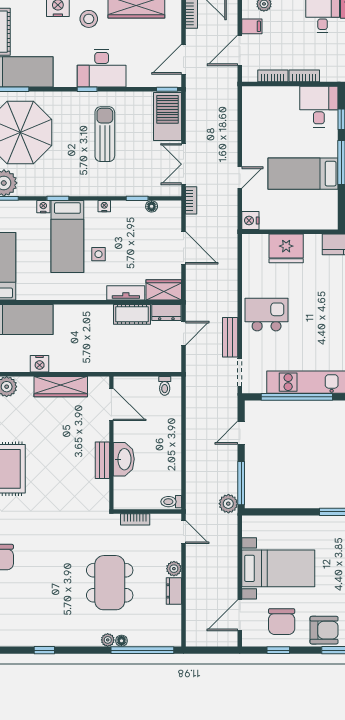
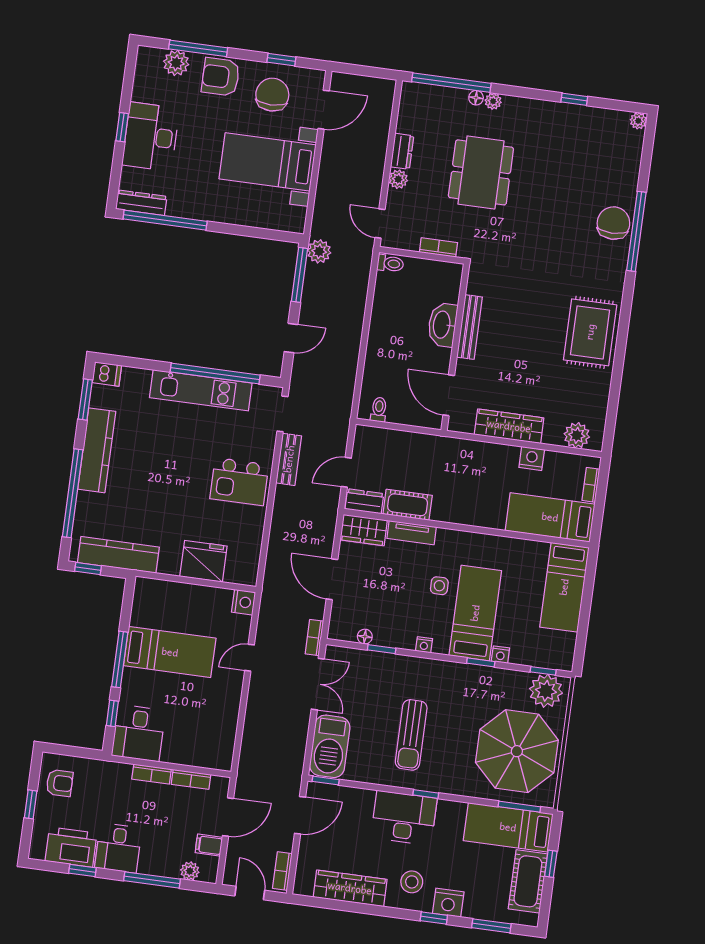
bench: (102, 460) -> (470, 327), width x1.36

